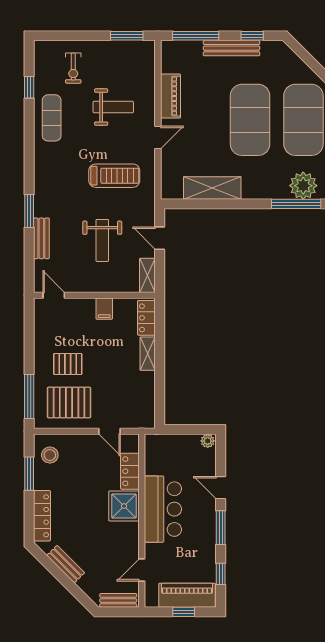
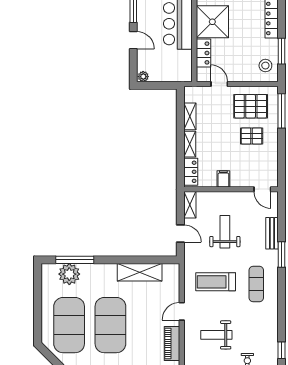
exercise mat: (52, 118) -> (256, 284), moved
shelving: (147, 389) -> (190, 116), added
shower: (124, 506) -> (212, 22), width x1.37, depth x1.37

